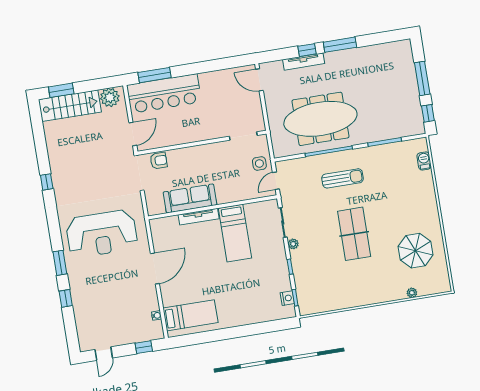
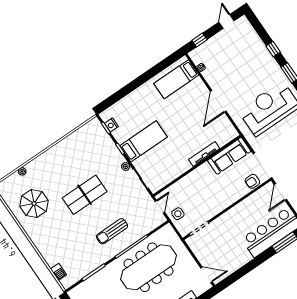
sofa: (190, 198) -> (229, 156), moved
bed: (235, 233) -> (143, 141), moved, turned 90
table tennis table: (354, 234) -> (85, 195), turned 90

